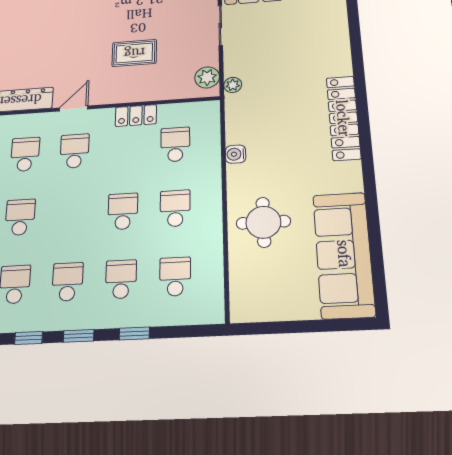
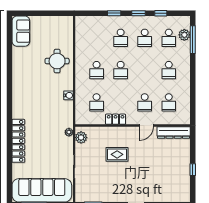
locker: (343, 118) -> (18, 141), moved
sofa: (344, 254) -> (21, 31), width x0.54, depth x0.79
school desk: (175, 277) -> (97, 38), removed

